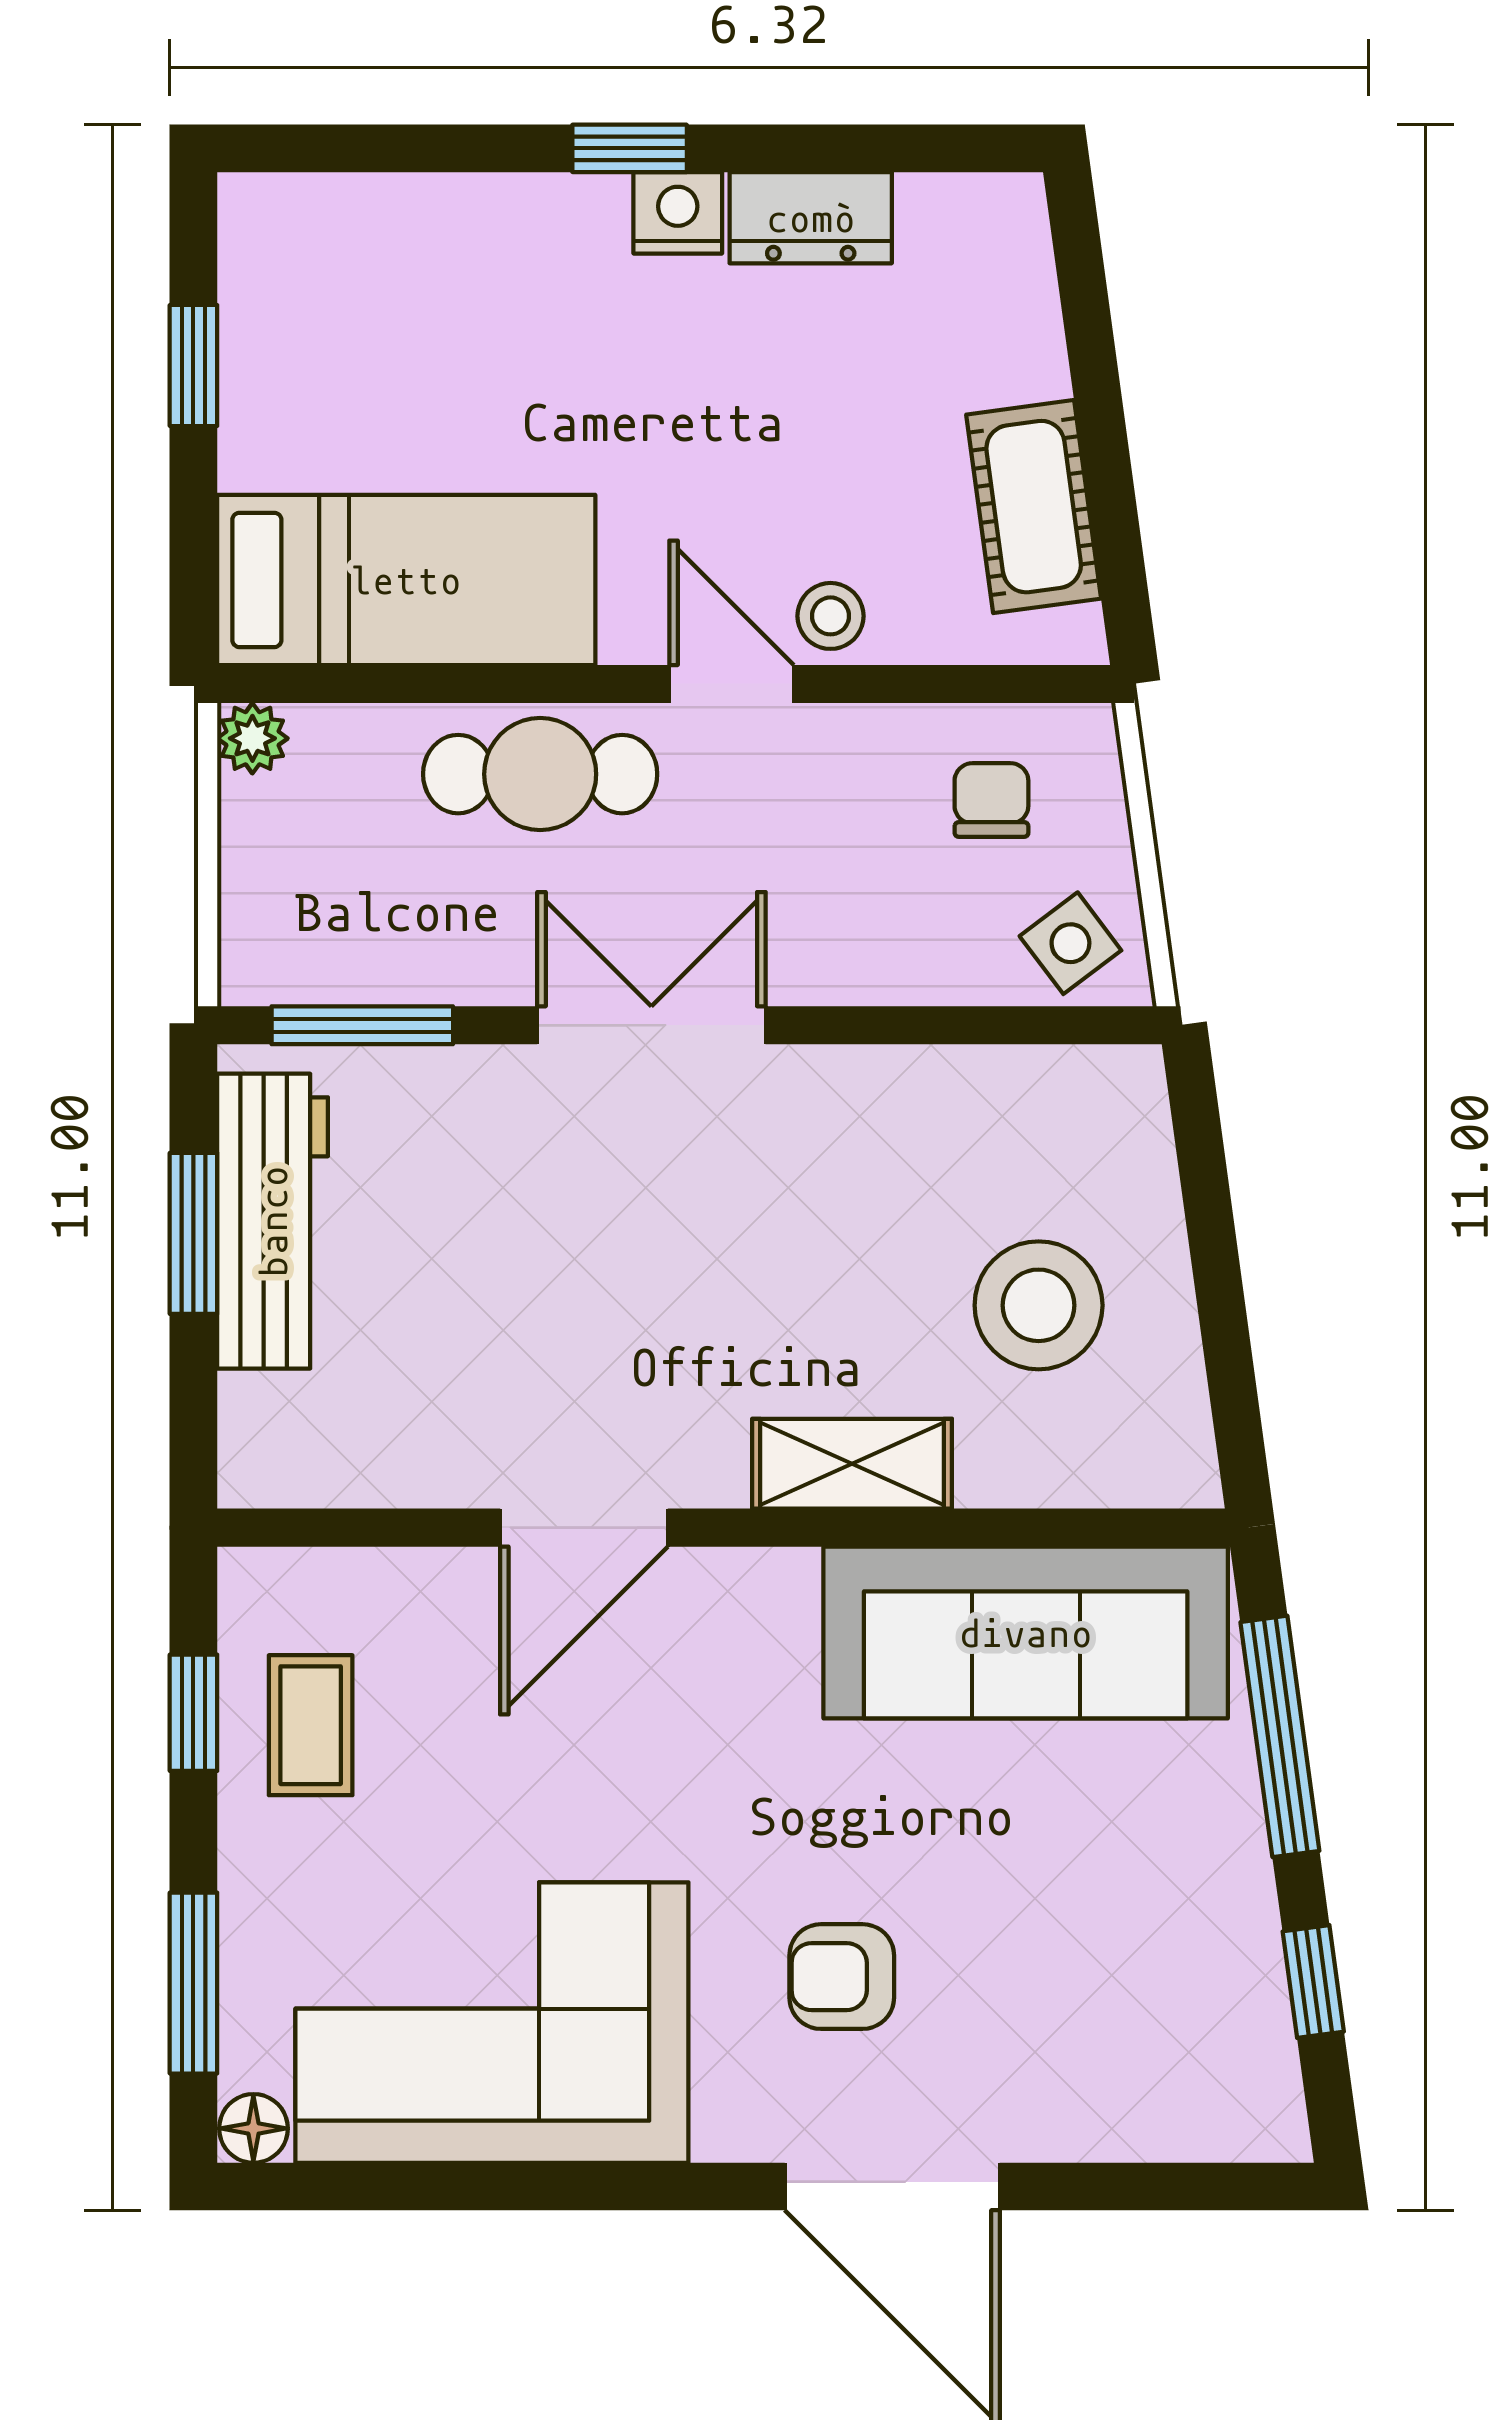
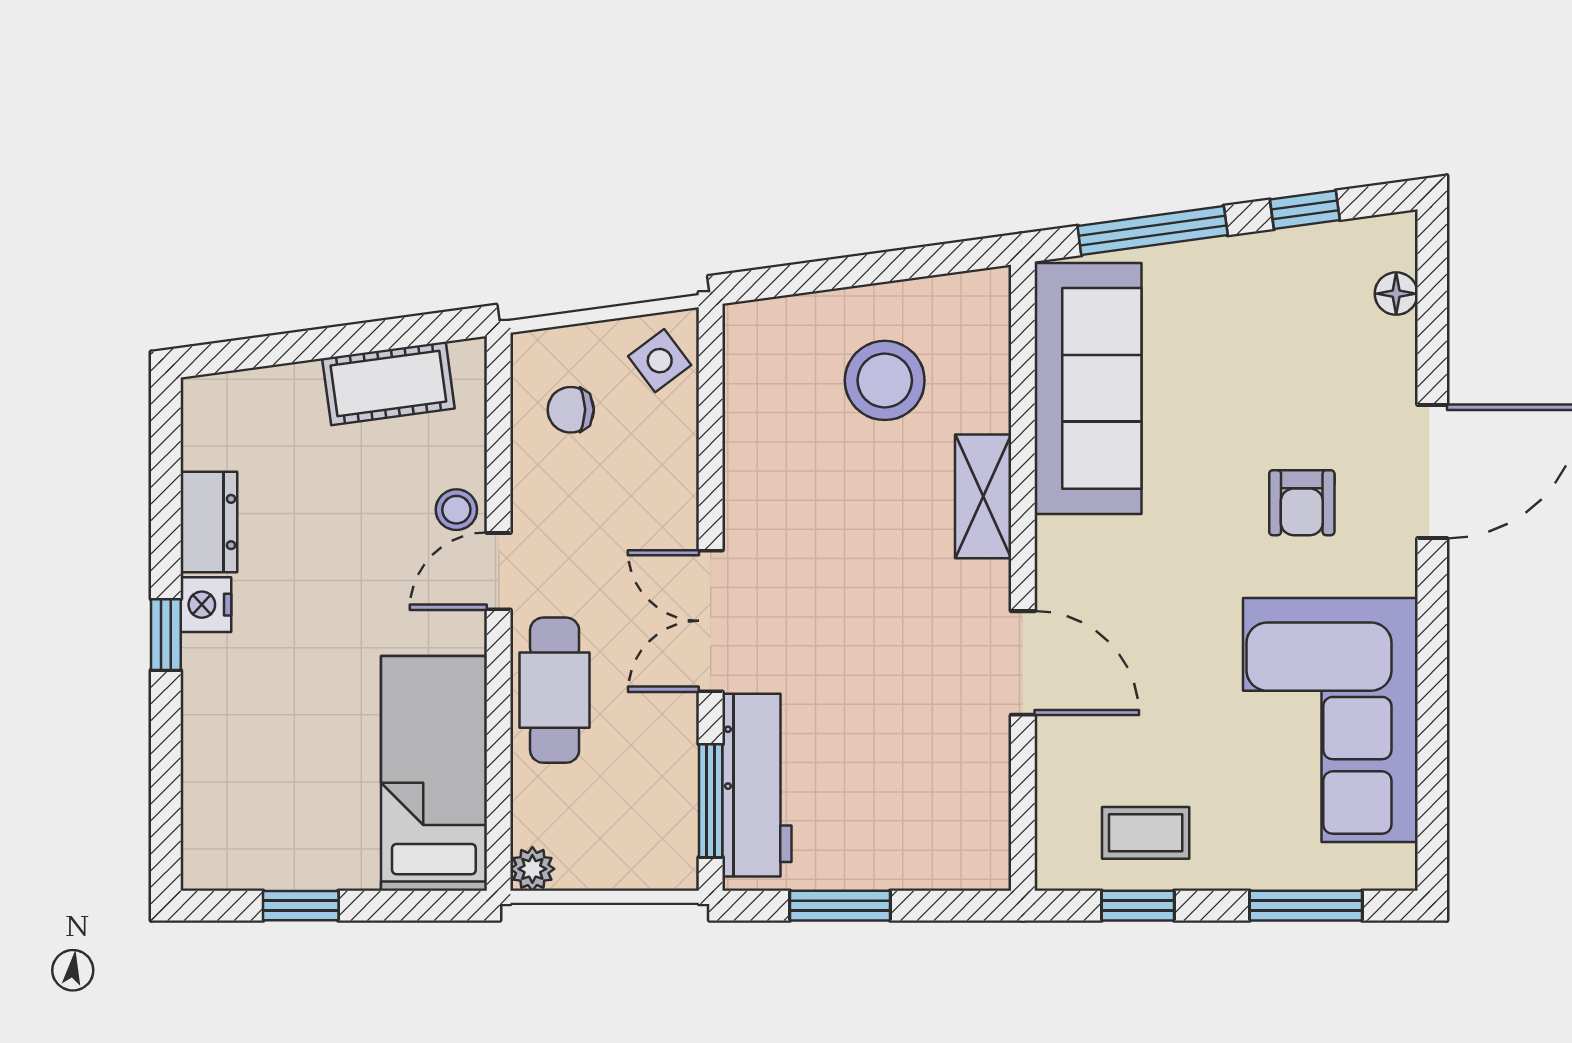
workbench: (273, 1221) -> (757, 785), moved, turned 90
floor lamp: (253, 2128) -> (1396, 294), moved

